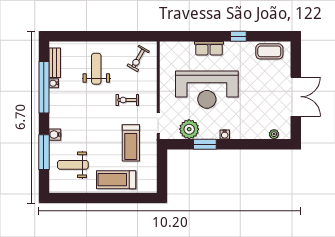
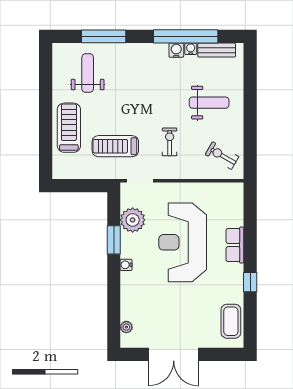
water cooler: (55, 135) -> (176, 50), moved

